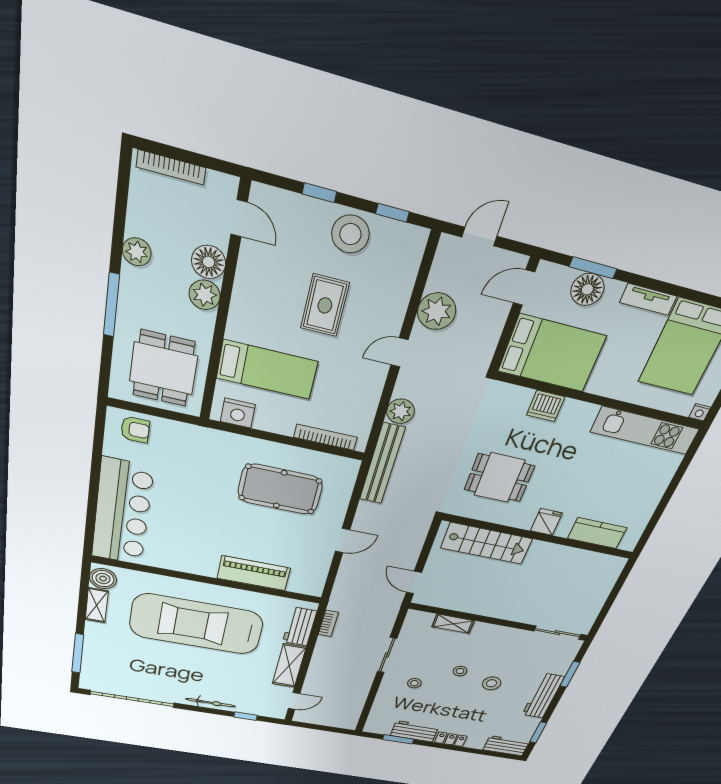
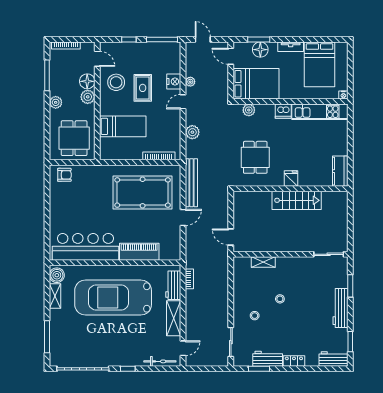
window: (392, 213) -> (162, 39), width x2.17
stool: (350, 234) -> (116, 82), moved
door: (479, 237) -> (203, 39), hinge flipped
plant: (137, 252) -> (56, 102), moved
door: (524, 288) -> (231, 56), hinge flipped
window: (111, 305) -> (47, 75), moved
plant: (437, 311) -> (190, 82), width x0.53, depth x0.53
plant: (519, 397) -> (249, 110), added
dishwasher: (546, 406) -> (283, 111), moved
nightstand: (238, 413) -> (174, 82), moved, turned -90
bench: (382, 464) -> (191, 183), moved
dining table: (499, 478) -> (255, 157), turned 90
pool table: (280, 489) -> (143, 193), width x1.36, depth x1.32
bar counter: (122, 512) -> (85, 247), moved, turned -90
kitchen counter: (597, 533) -> (340, 171), moved, turned -90
stairs: (486, 543) -> (297, 200), moved
sliding door: (387, 655) -> (231, 342), moved
stool: (492, 683) -> (303, 305), removed
bicycle: (211, 703) -> (160, 361), moved
window: (245, 716) -> (128, 369), moved

